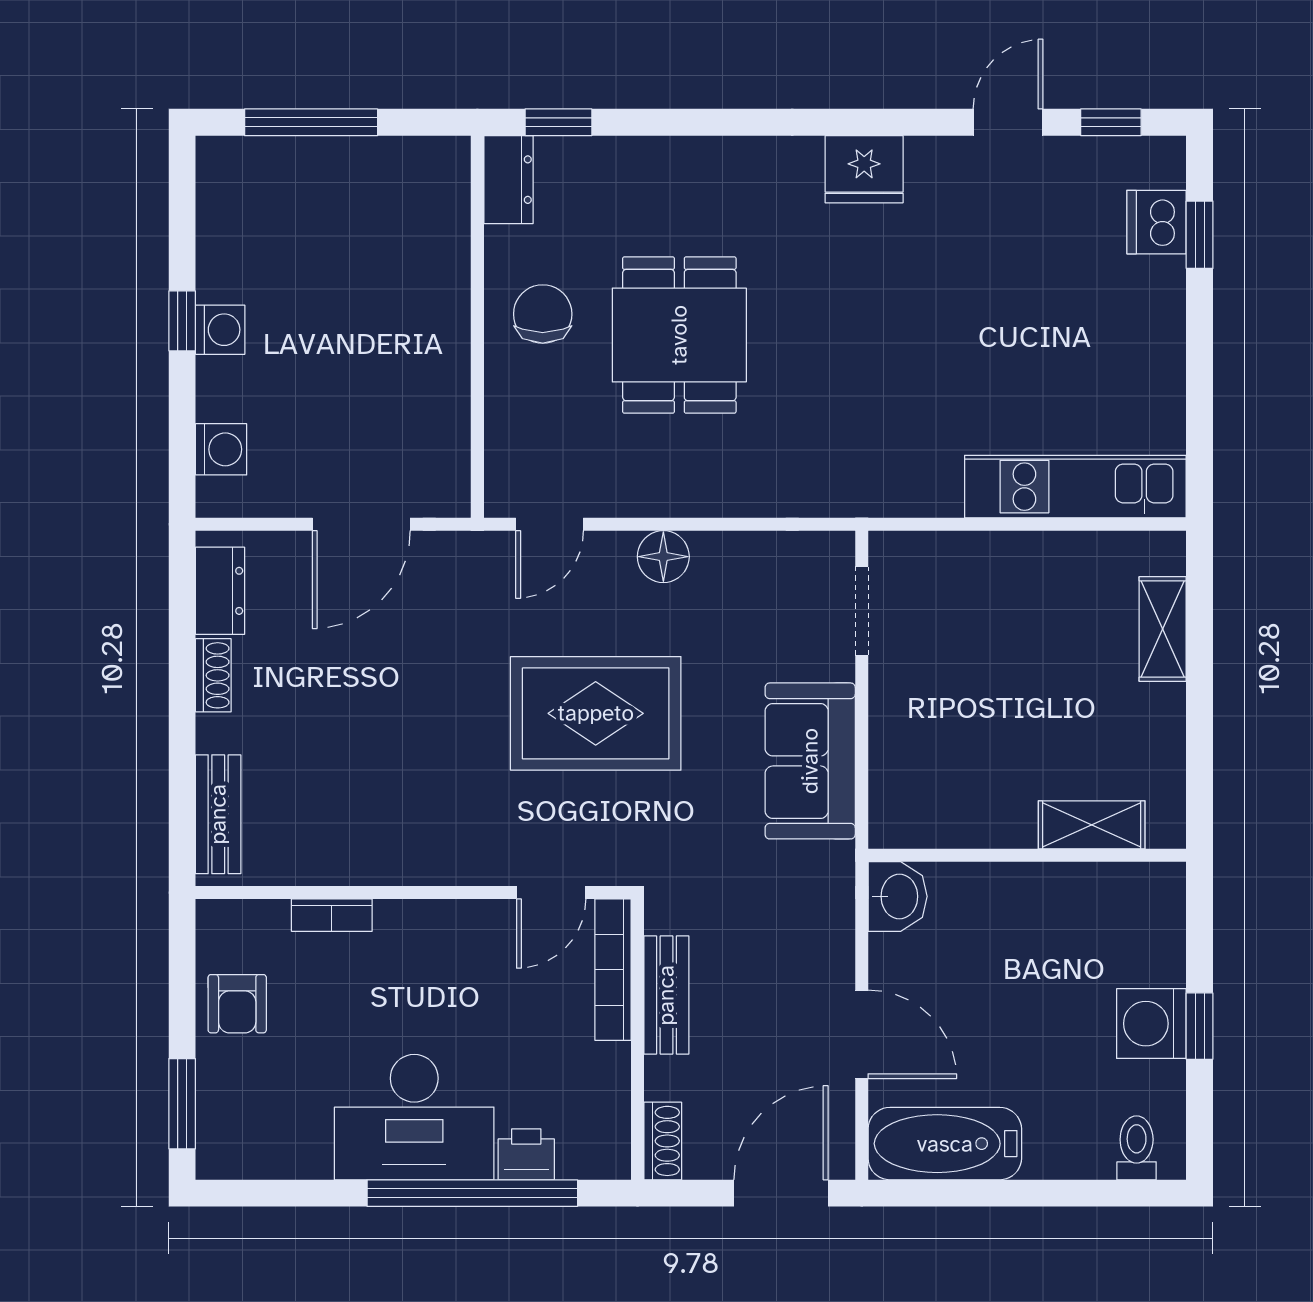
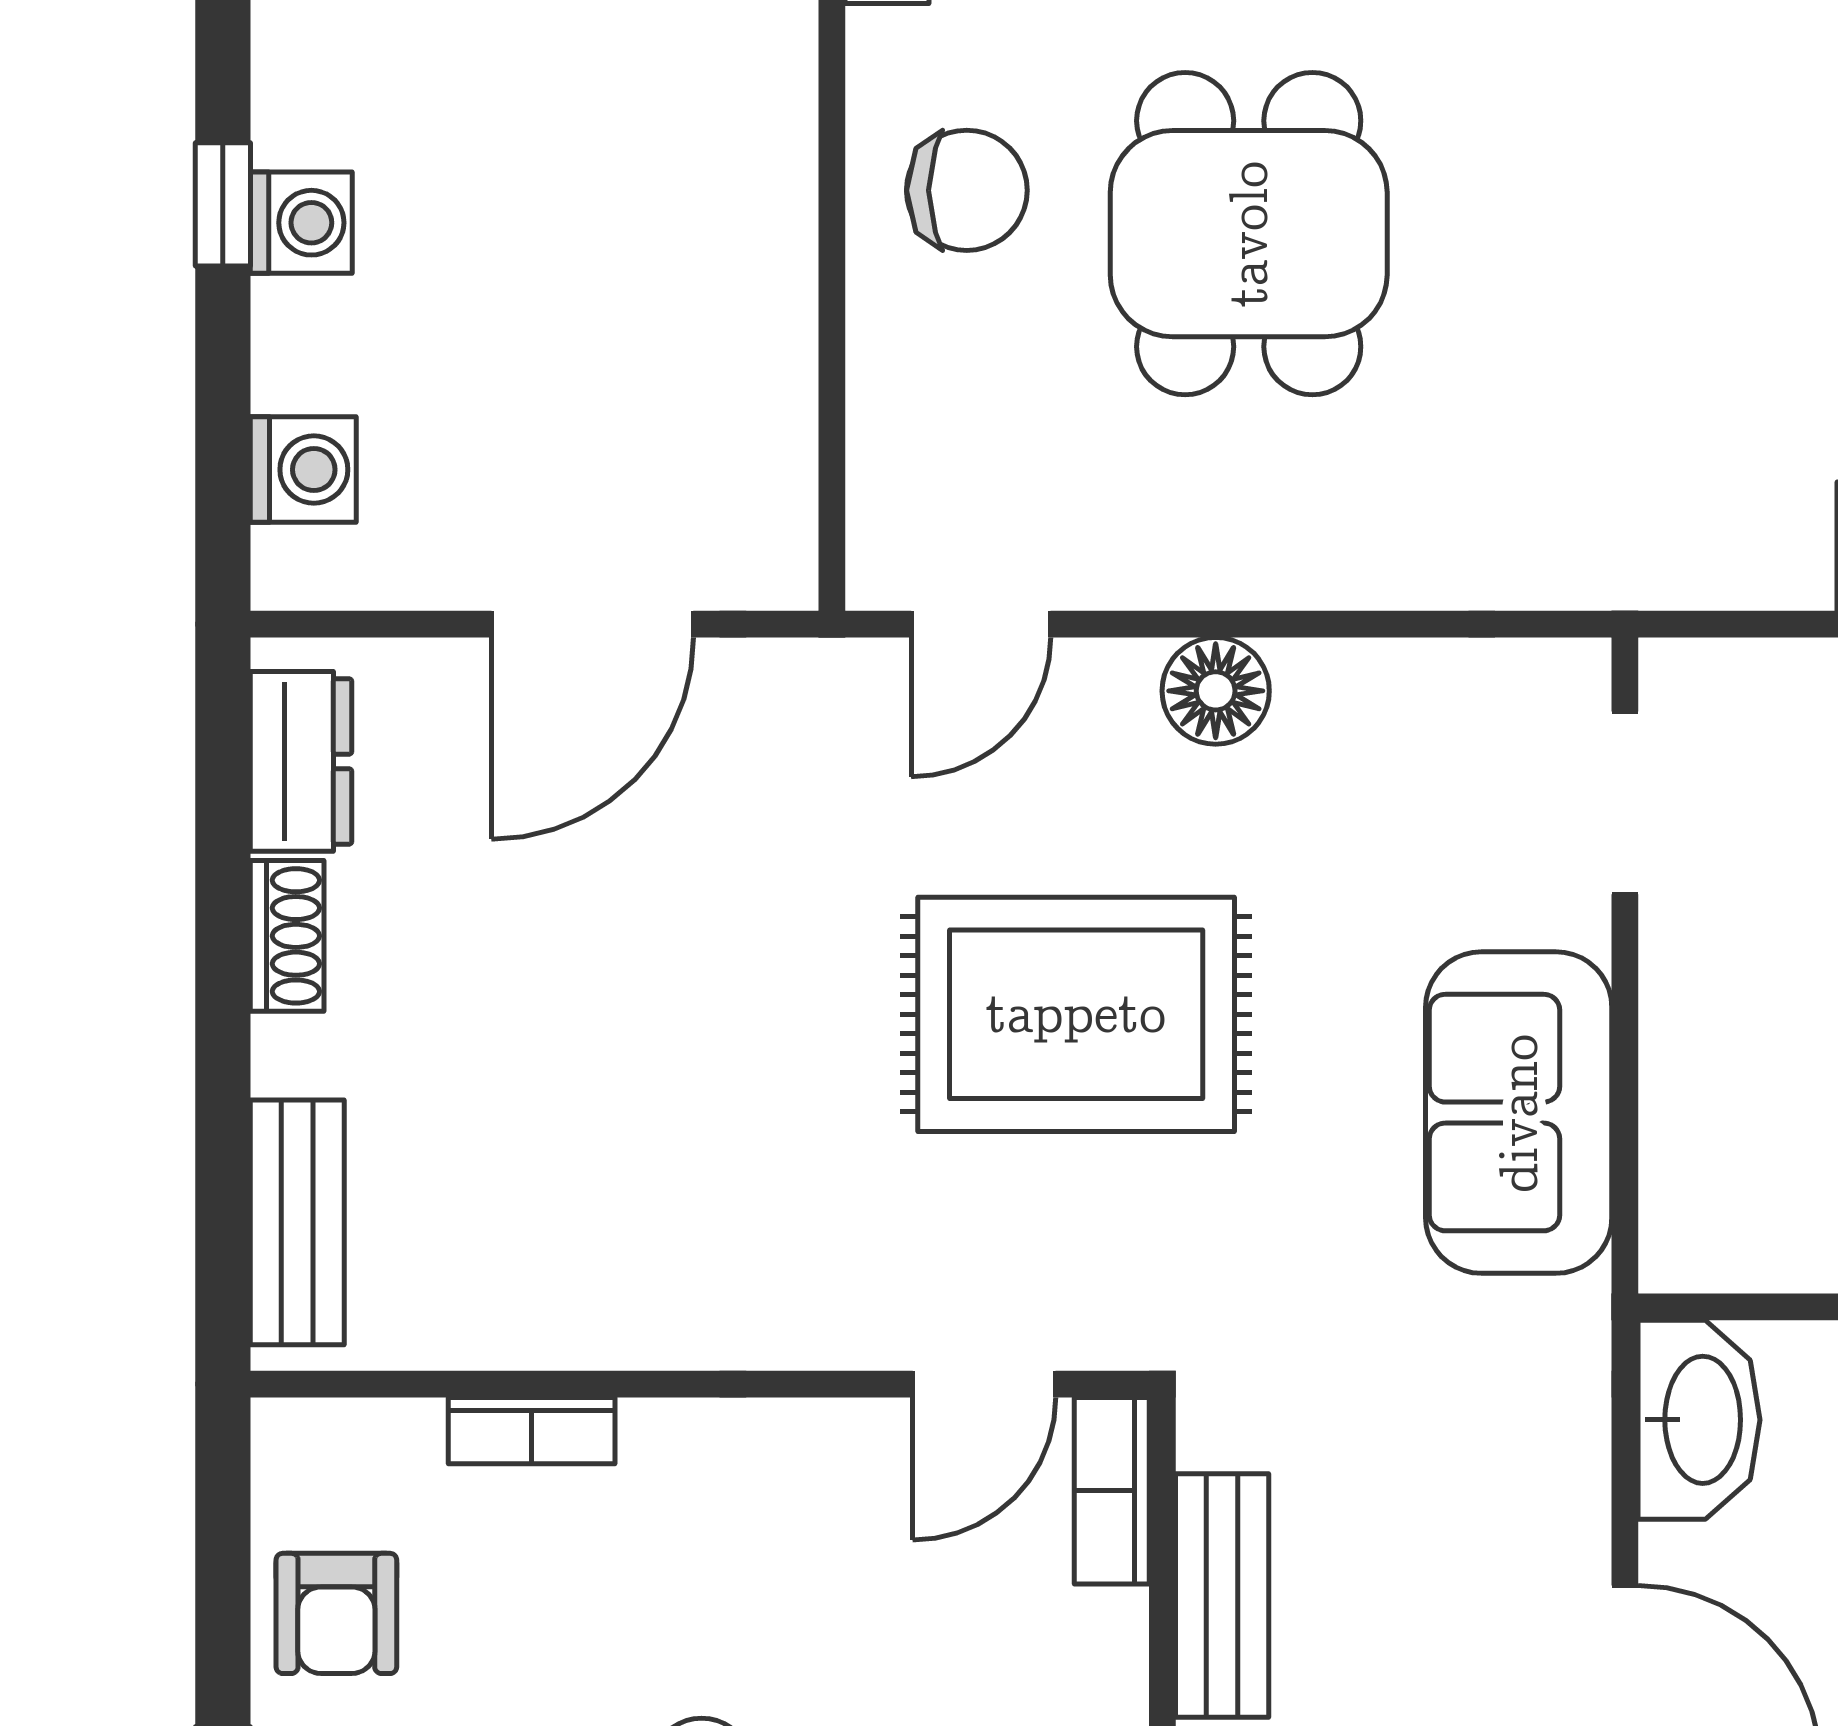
chair: (543, 314) -> (967, 190), turned 90
washbasin: (898, 896) -> (1699, 1420), width x1.38
bookcase: (613, 970) -> (1112, 1491), width x0.64

